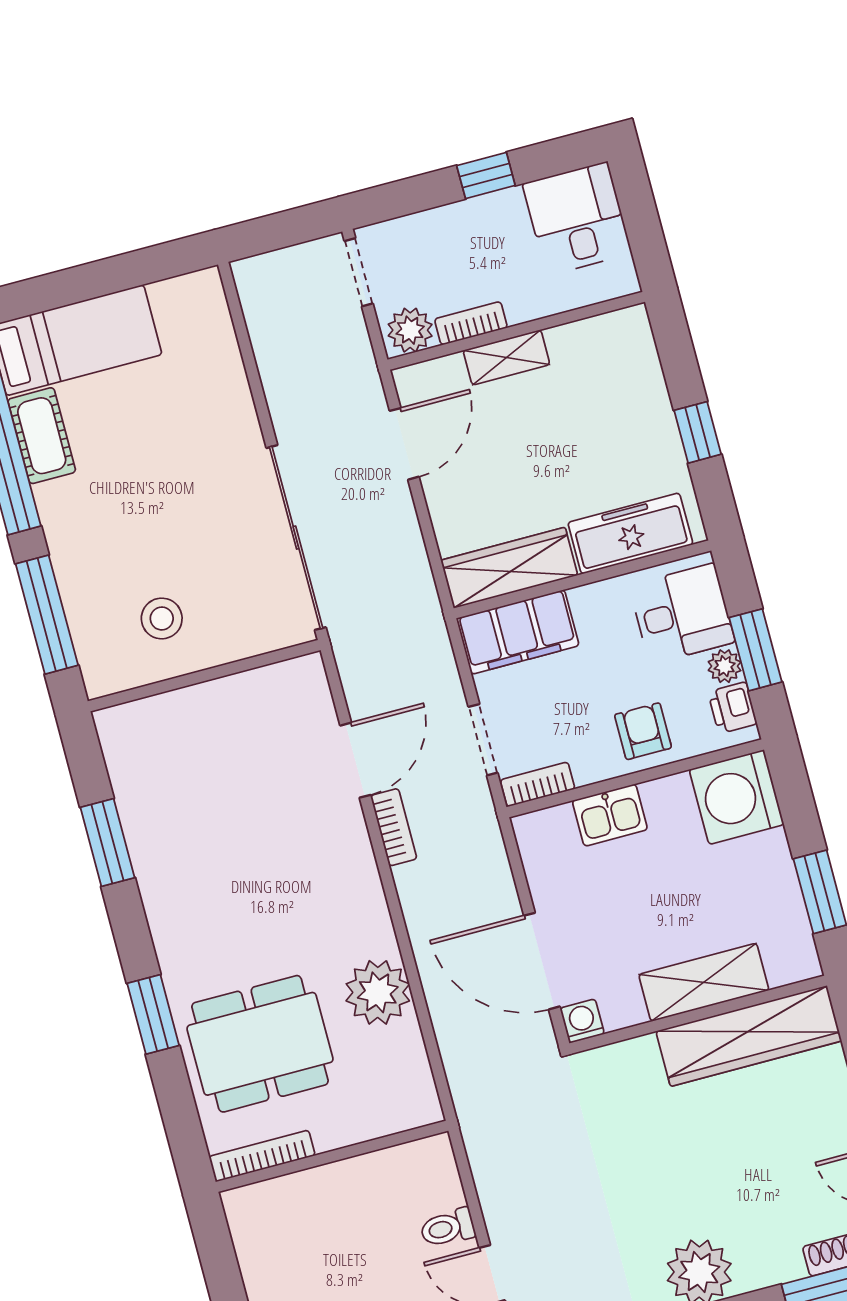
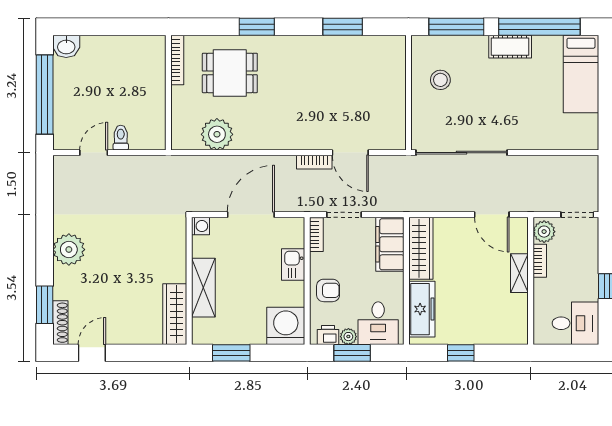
cot: (42, 436) -> (510, 47), moved
door: (542, 961) -> (251, 215), moved
plant: (378, 992) -> (217, 134), moved
wardrobe: (749, 1036) -> (175, 314), width x0.71, depth x0.85
dining table: (260, 1044) -> (230, 73), width x0.73

